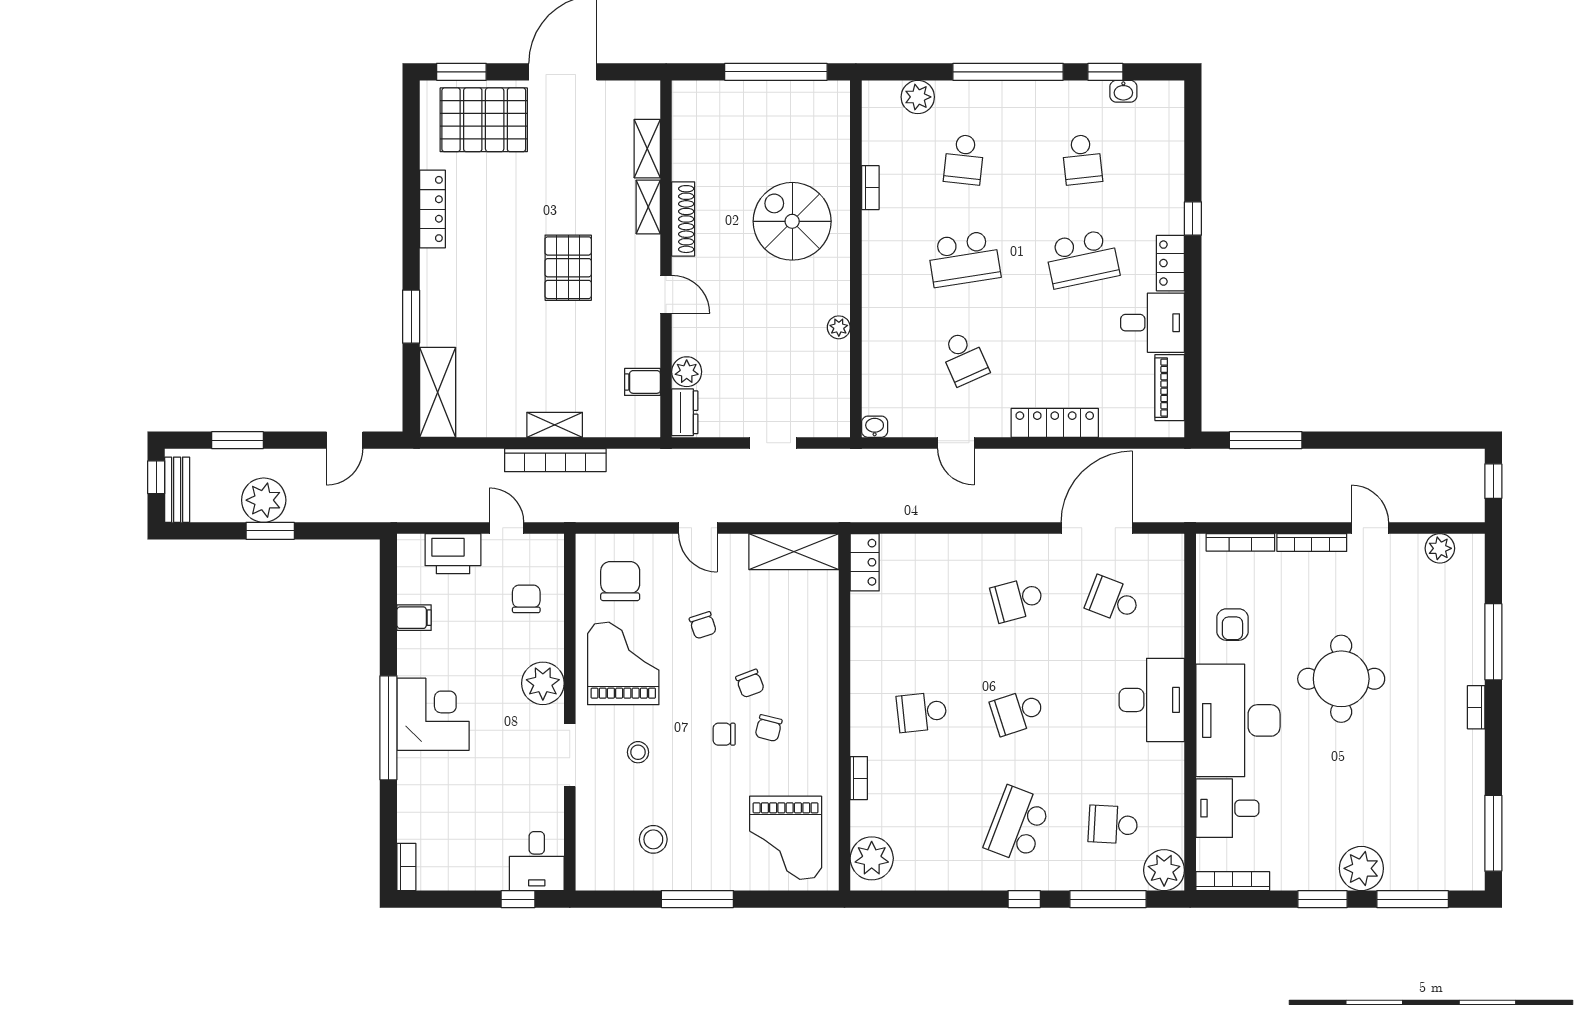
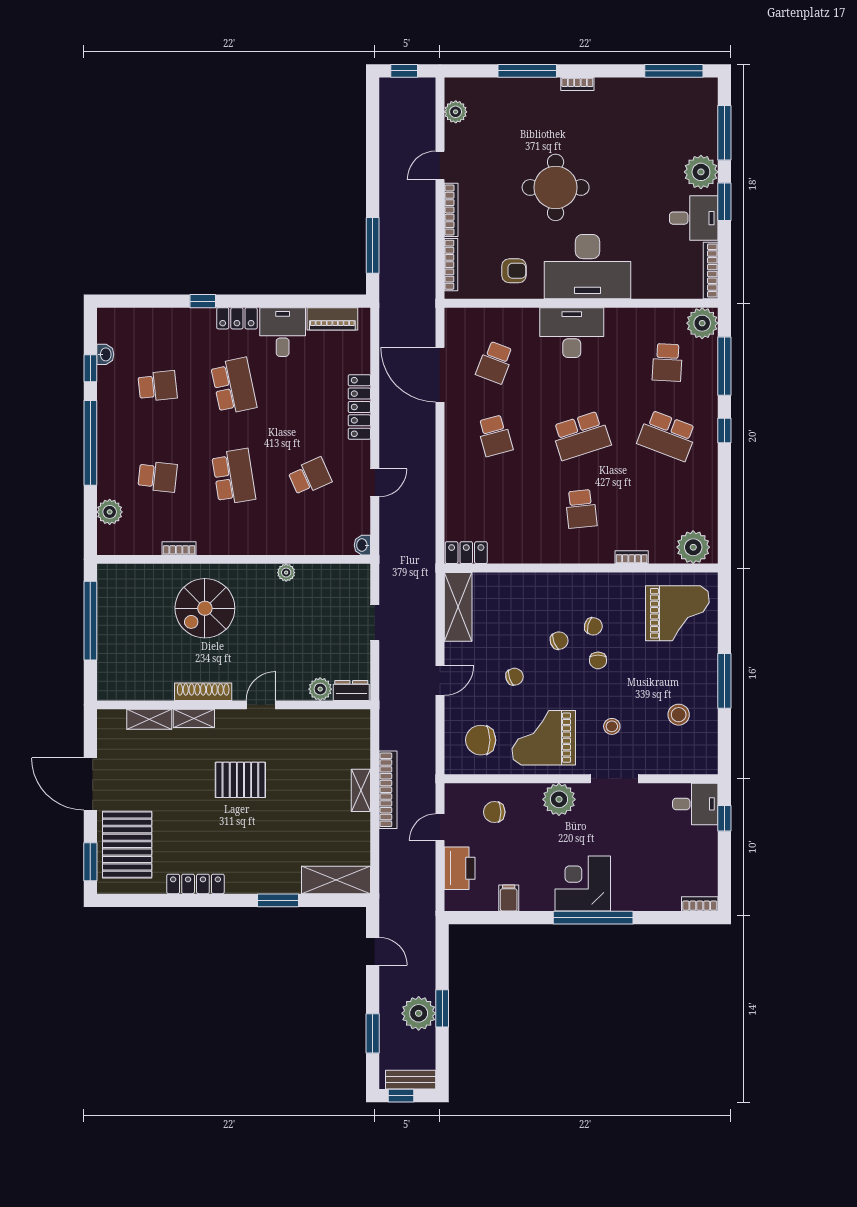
filing cabinet: (642, 382) -> (328, 723), removed
school desk: (1017, 712) -> (581, 436), width x1.85
desk: (1227, 808) -> (694, 218), moved, turned -90

